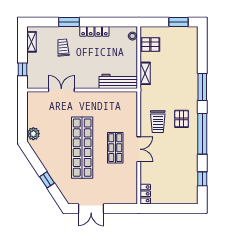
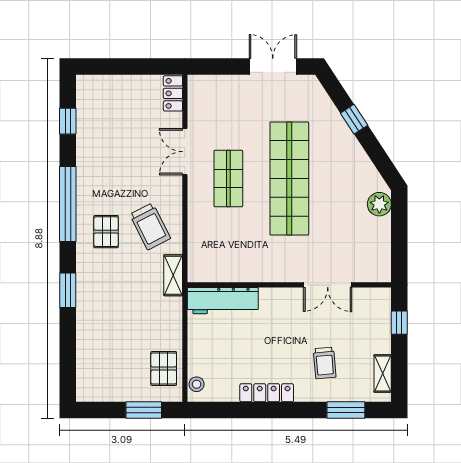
window: (69, 22) -> (346, 410), moved
window: (179, 22) -> (144, 410), moved
pallet: (150, 45) -> (164, 368), turned 90
shelving: (145, 73) -> (173, 275), moved
window: (202, 87) -> (68, 290), width x0.69
trolley: (158, 122) -> (150, 226), turned 153
double door: (139, 149) -> (185, 152), moved

